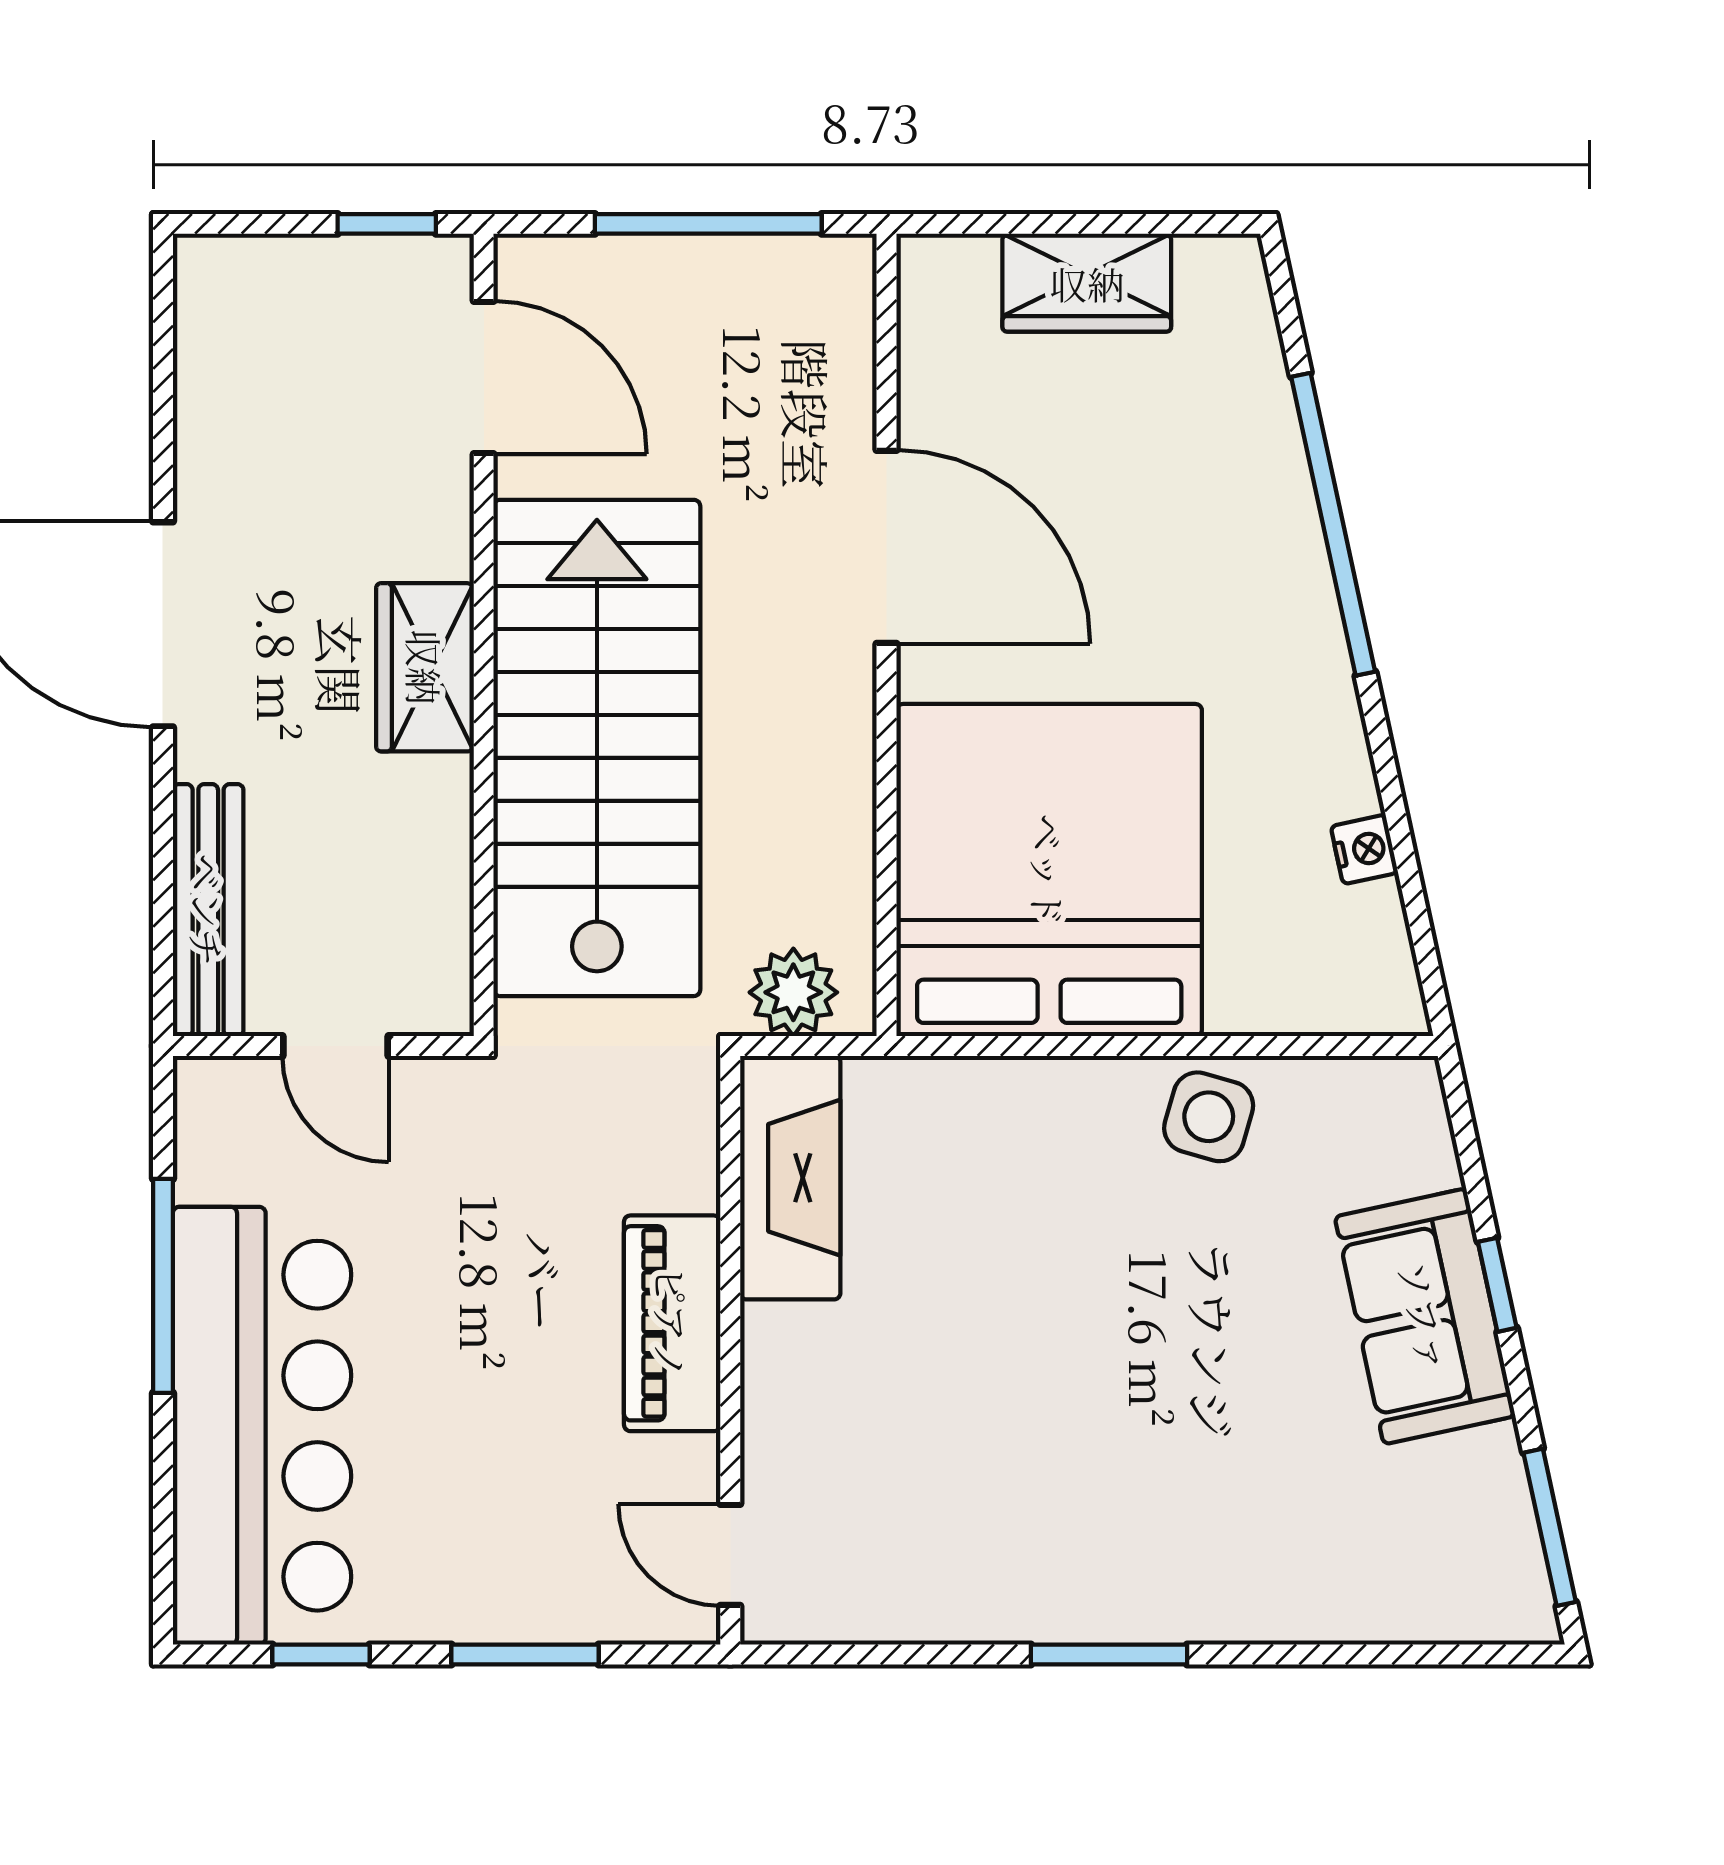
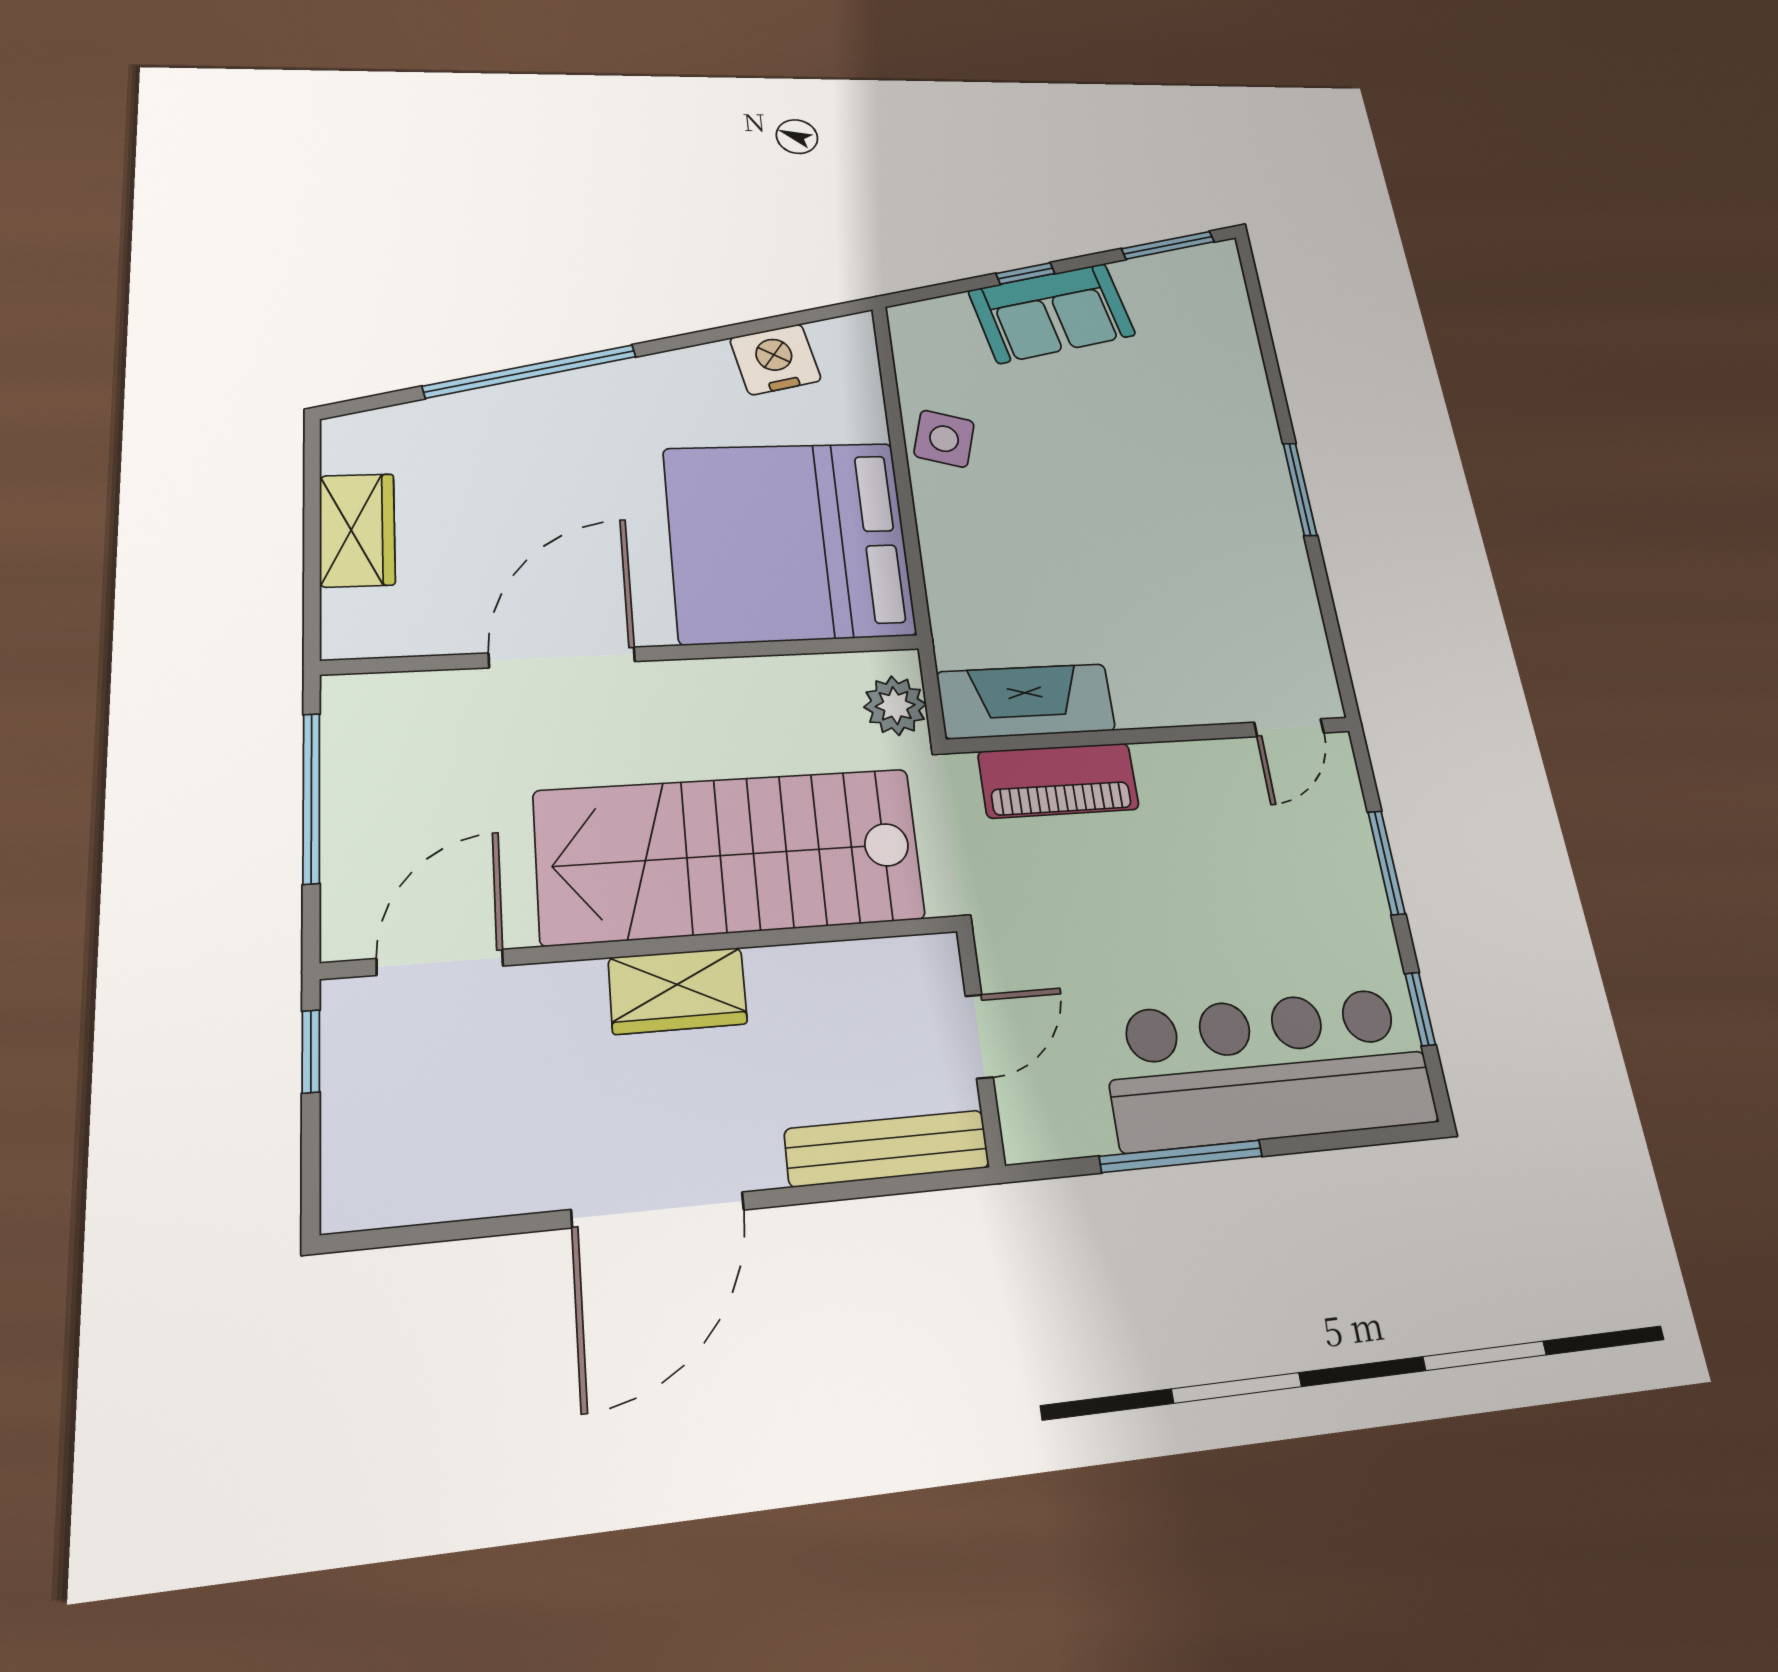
nightstand: (1364, 849) -> (775, 359), width x1.89, depth x1.79
piano: (672, 1323) -> (1058, 780), moved

